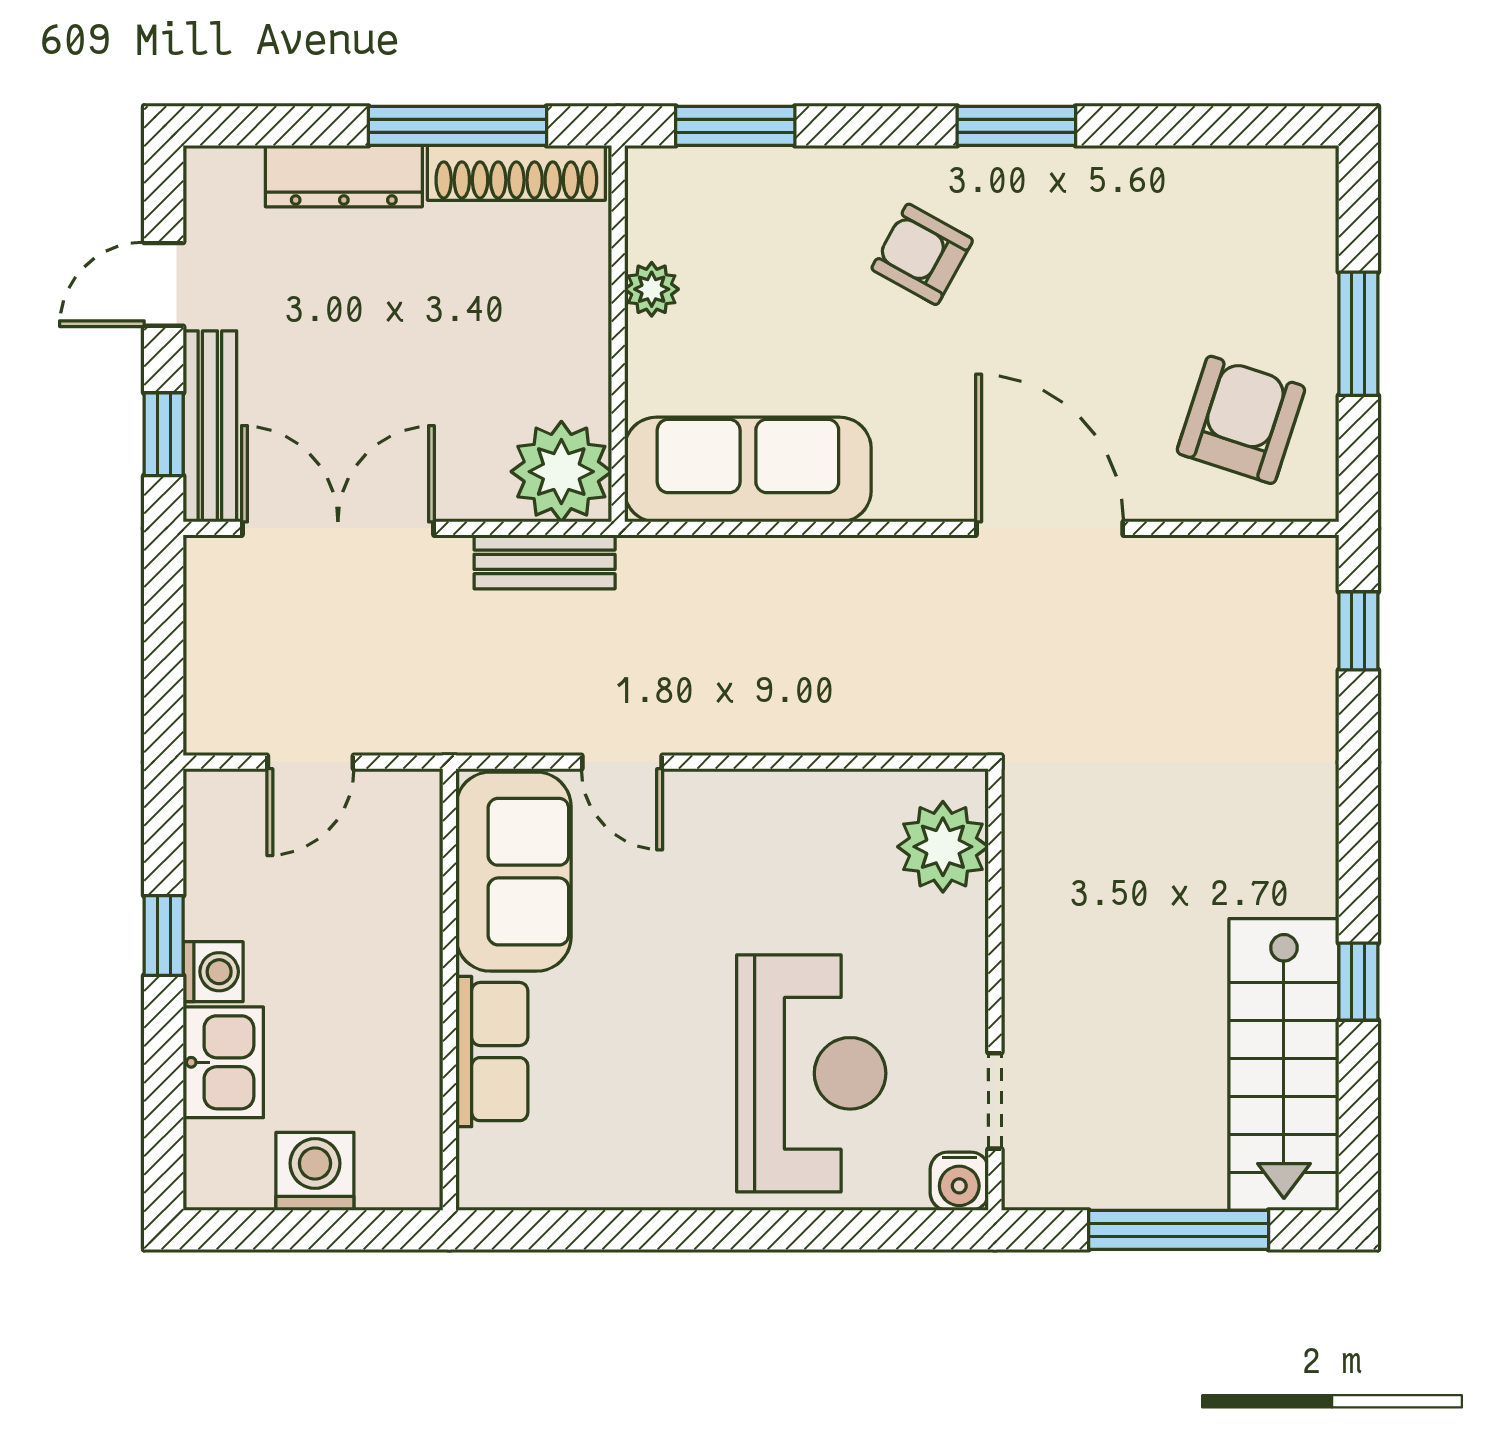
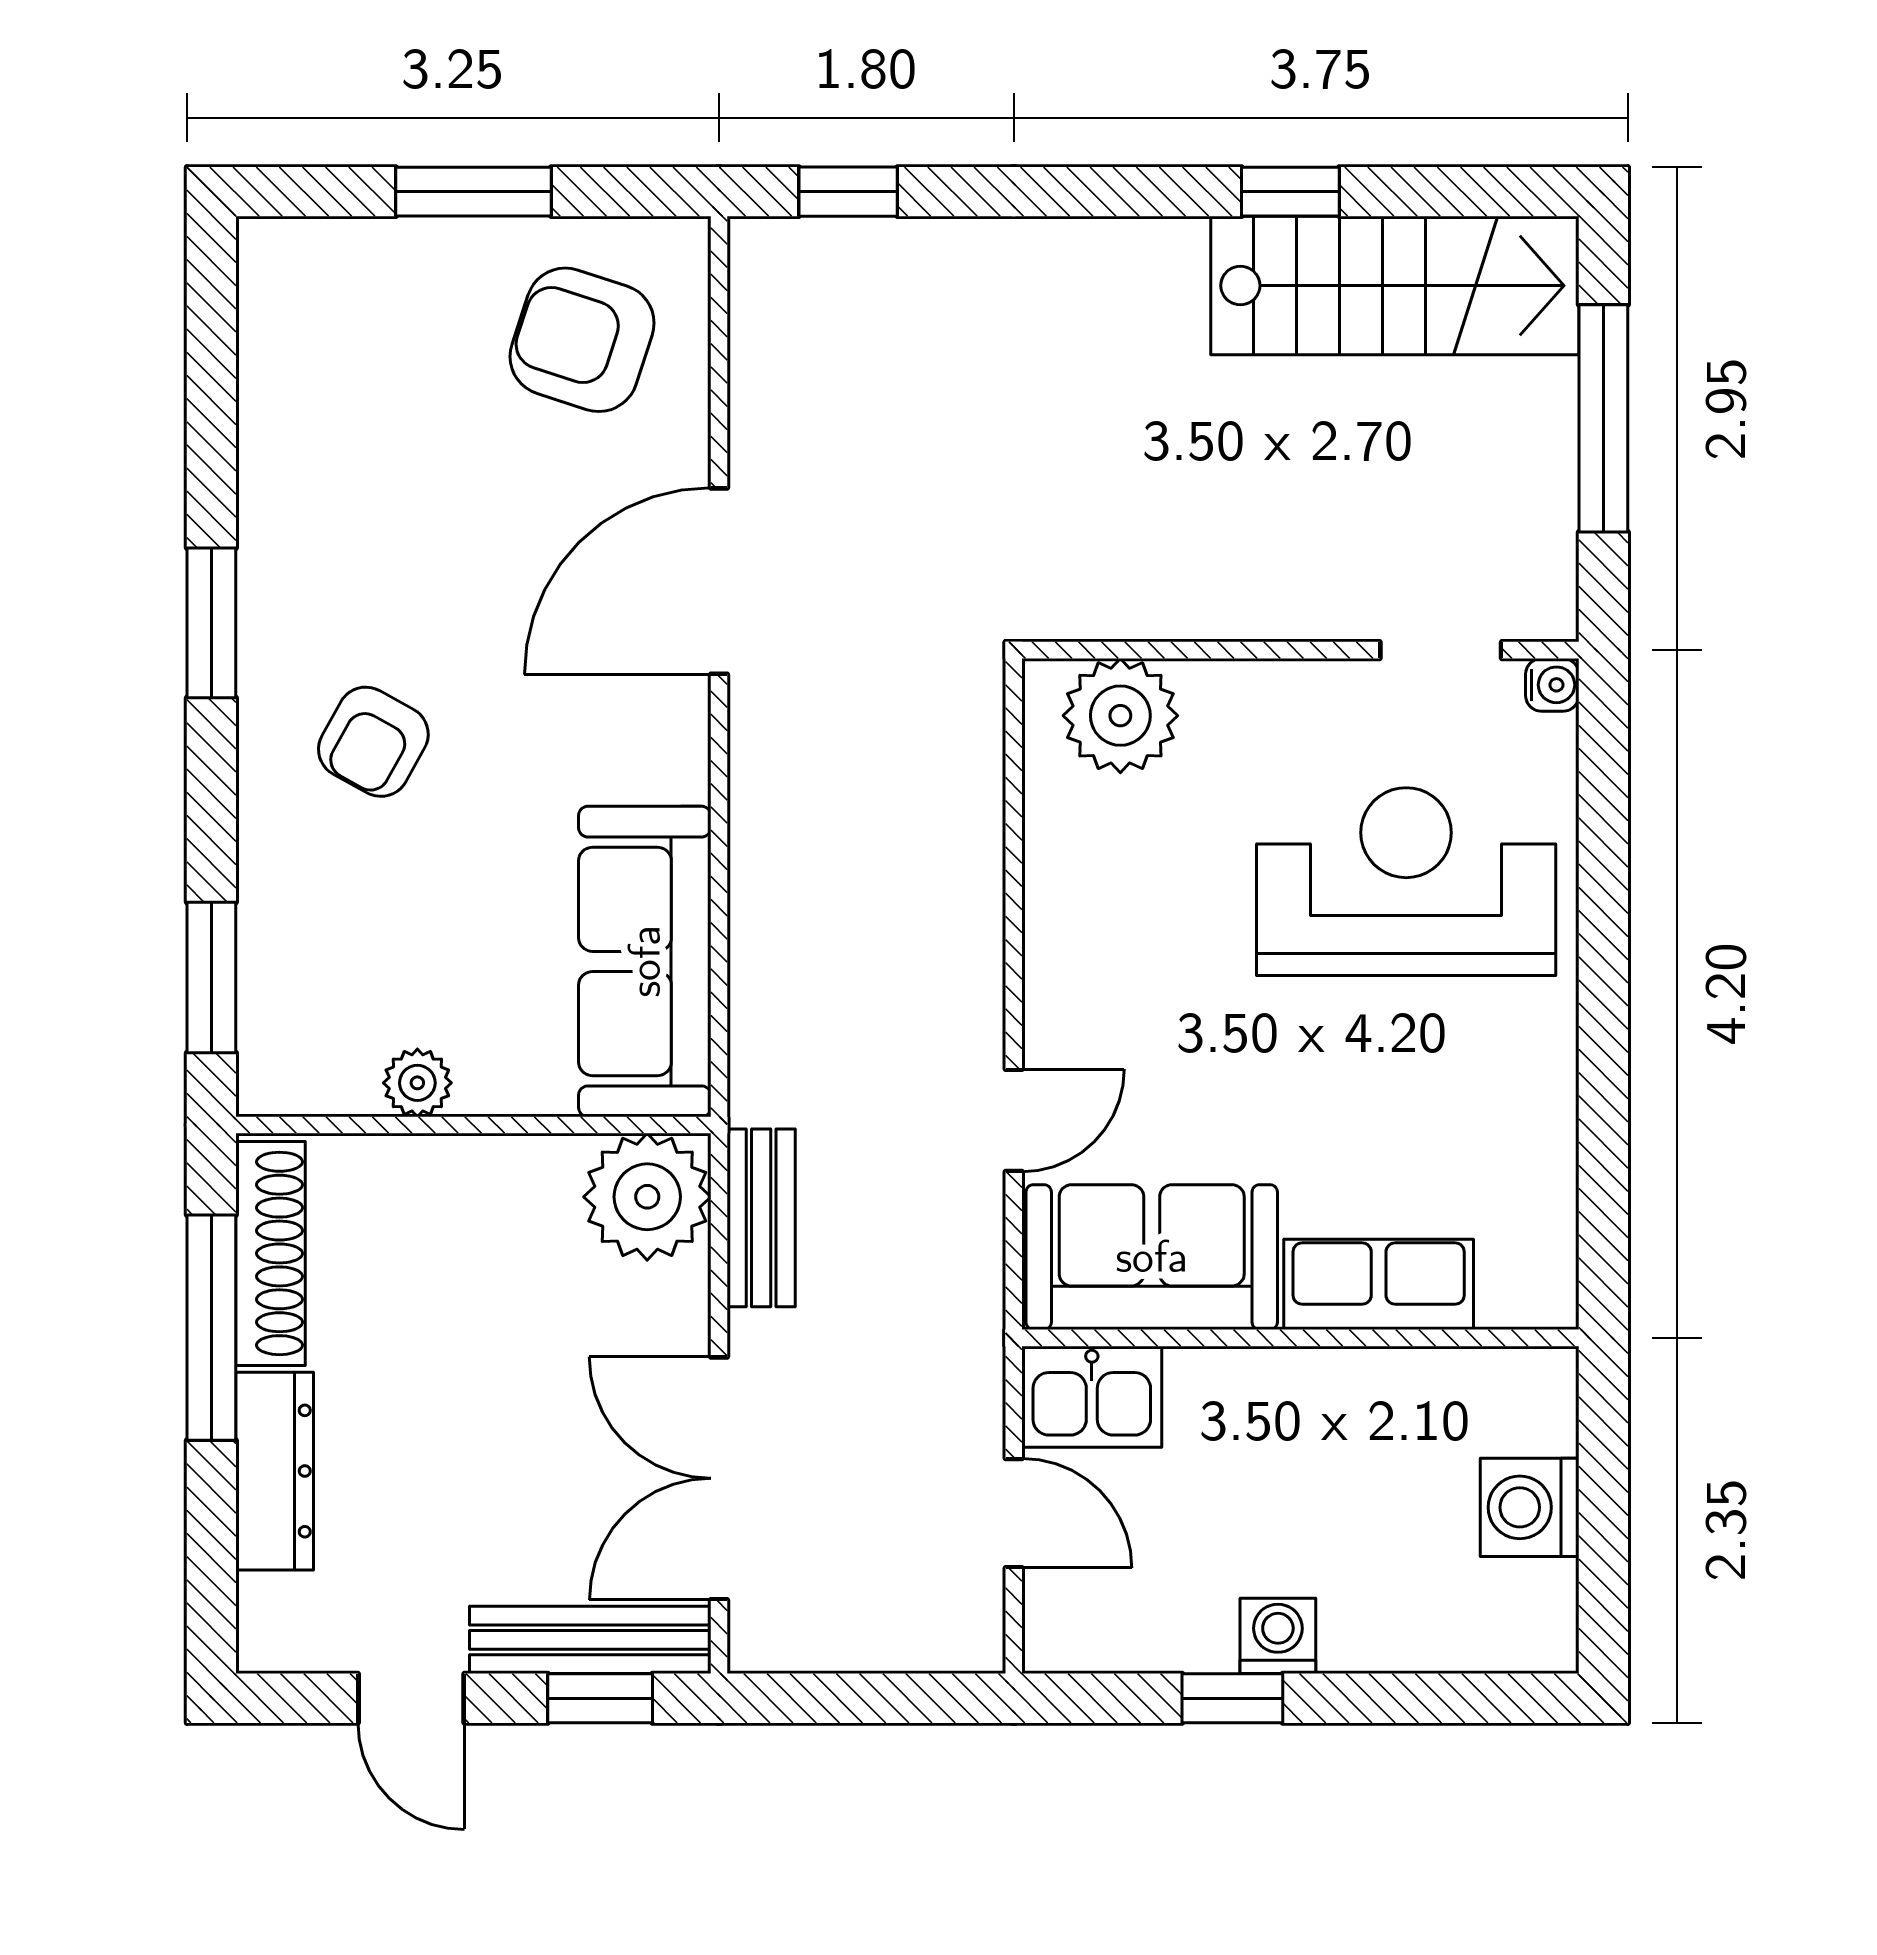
kitchen sink: (223, 1062) -> (1092, 1397), moved, turned 180
water cooler: (959, 1181) -> (1552, 685), width x0.72, depth x0.72

